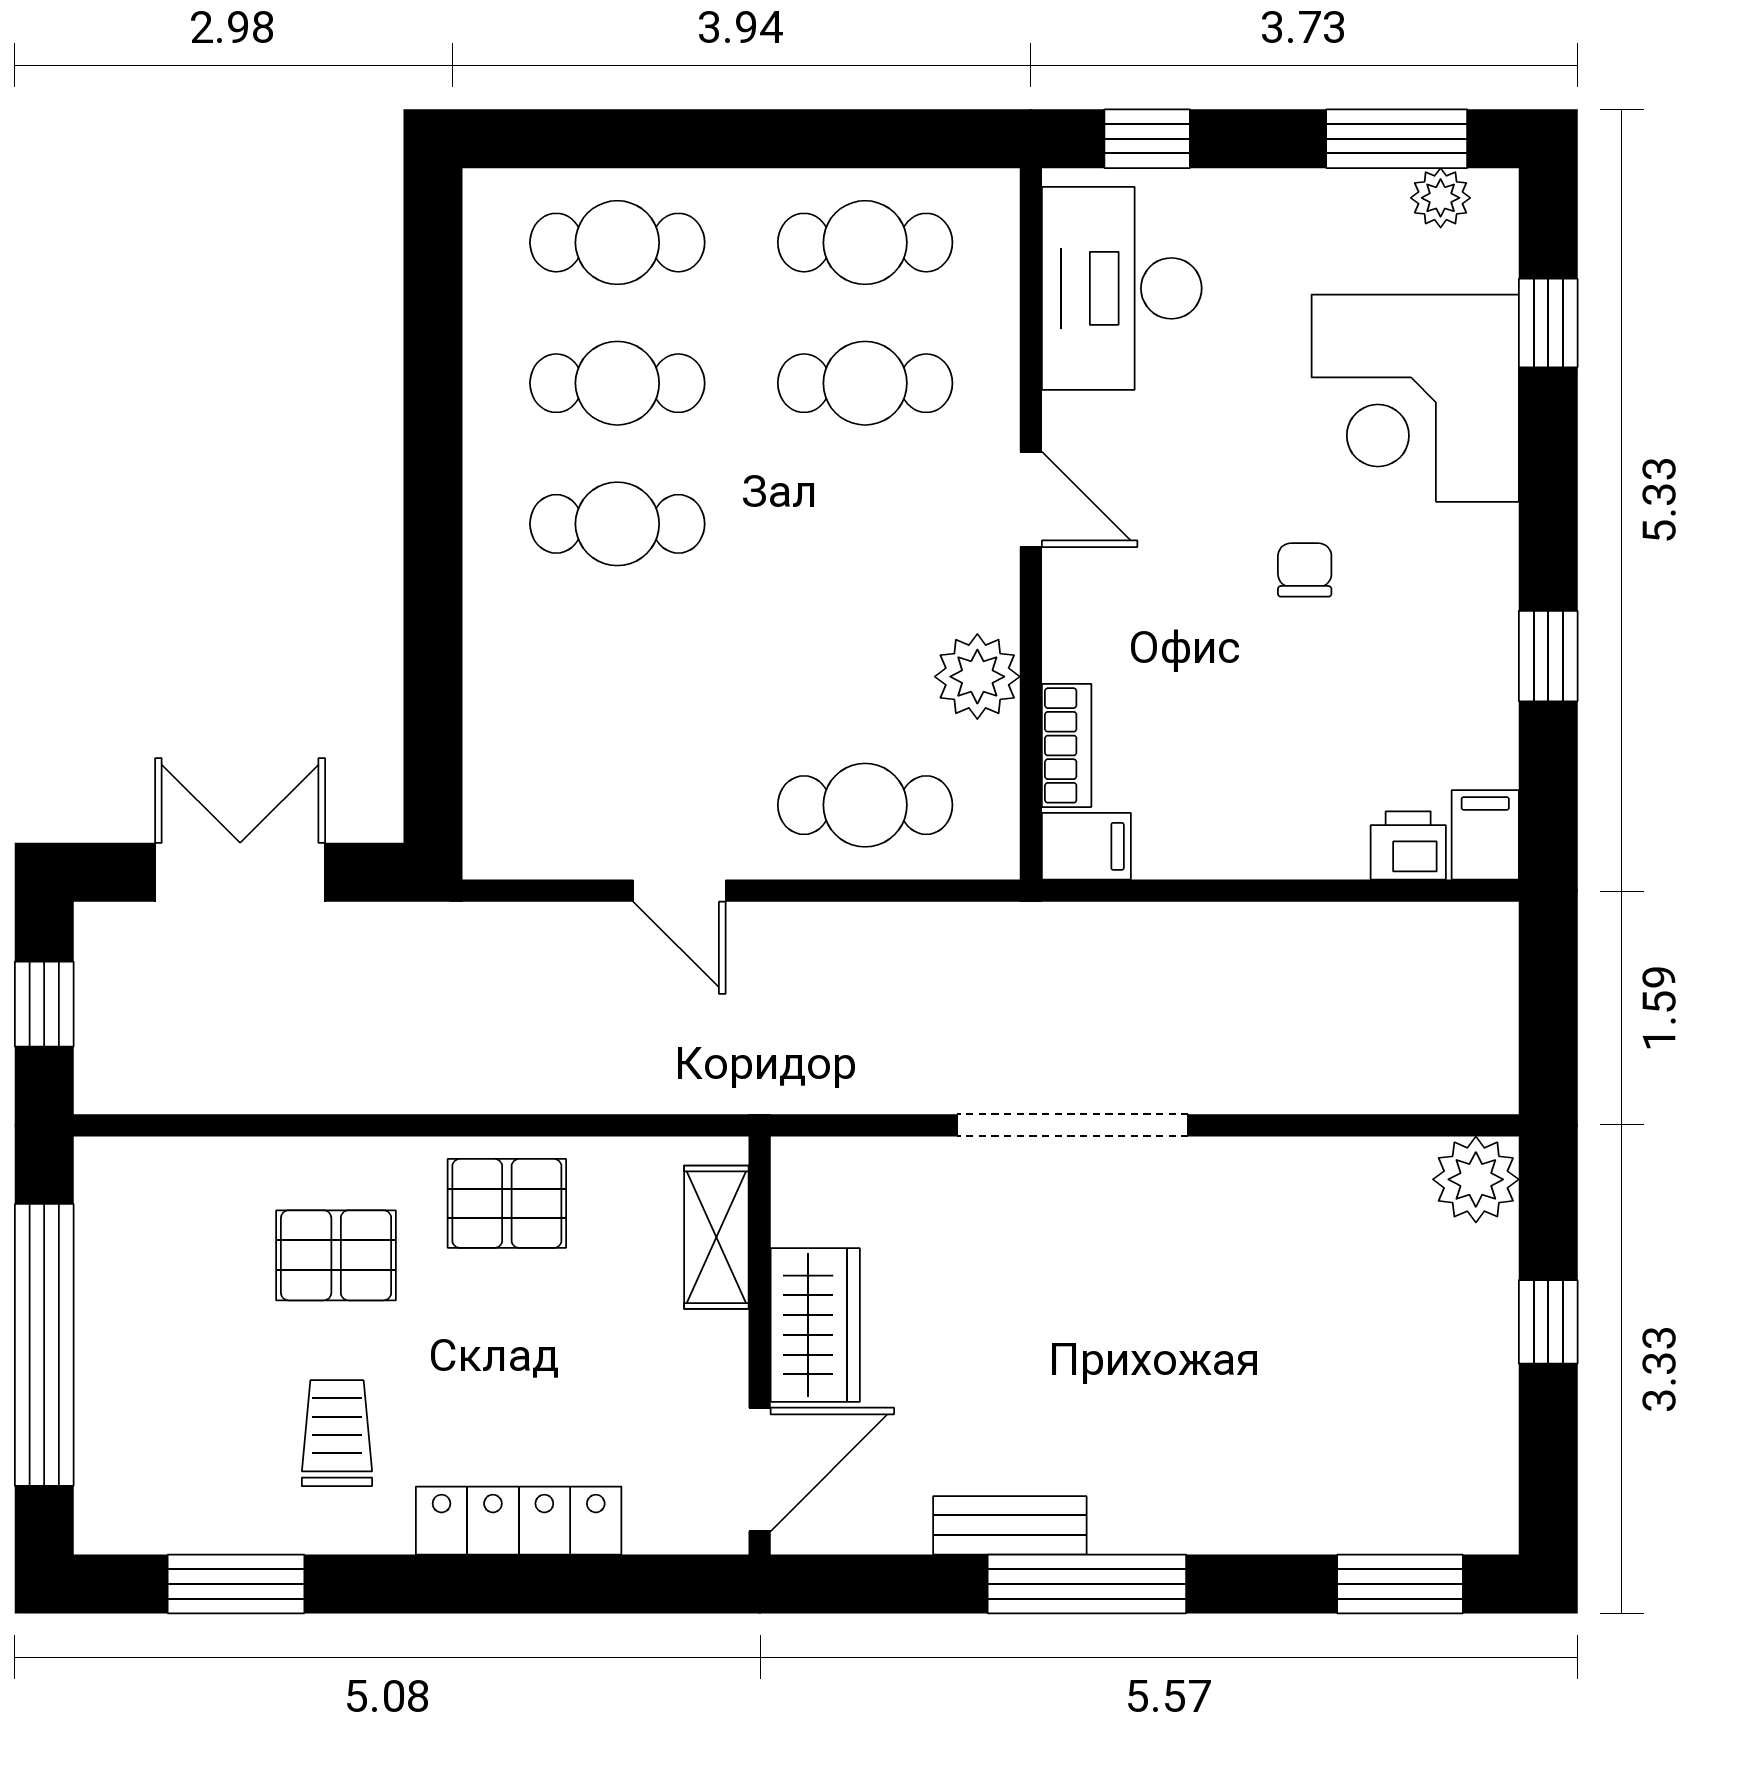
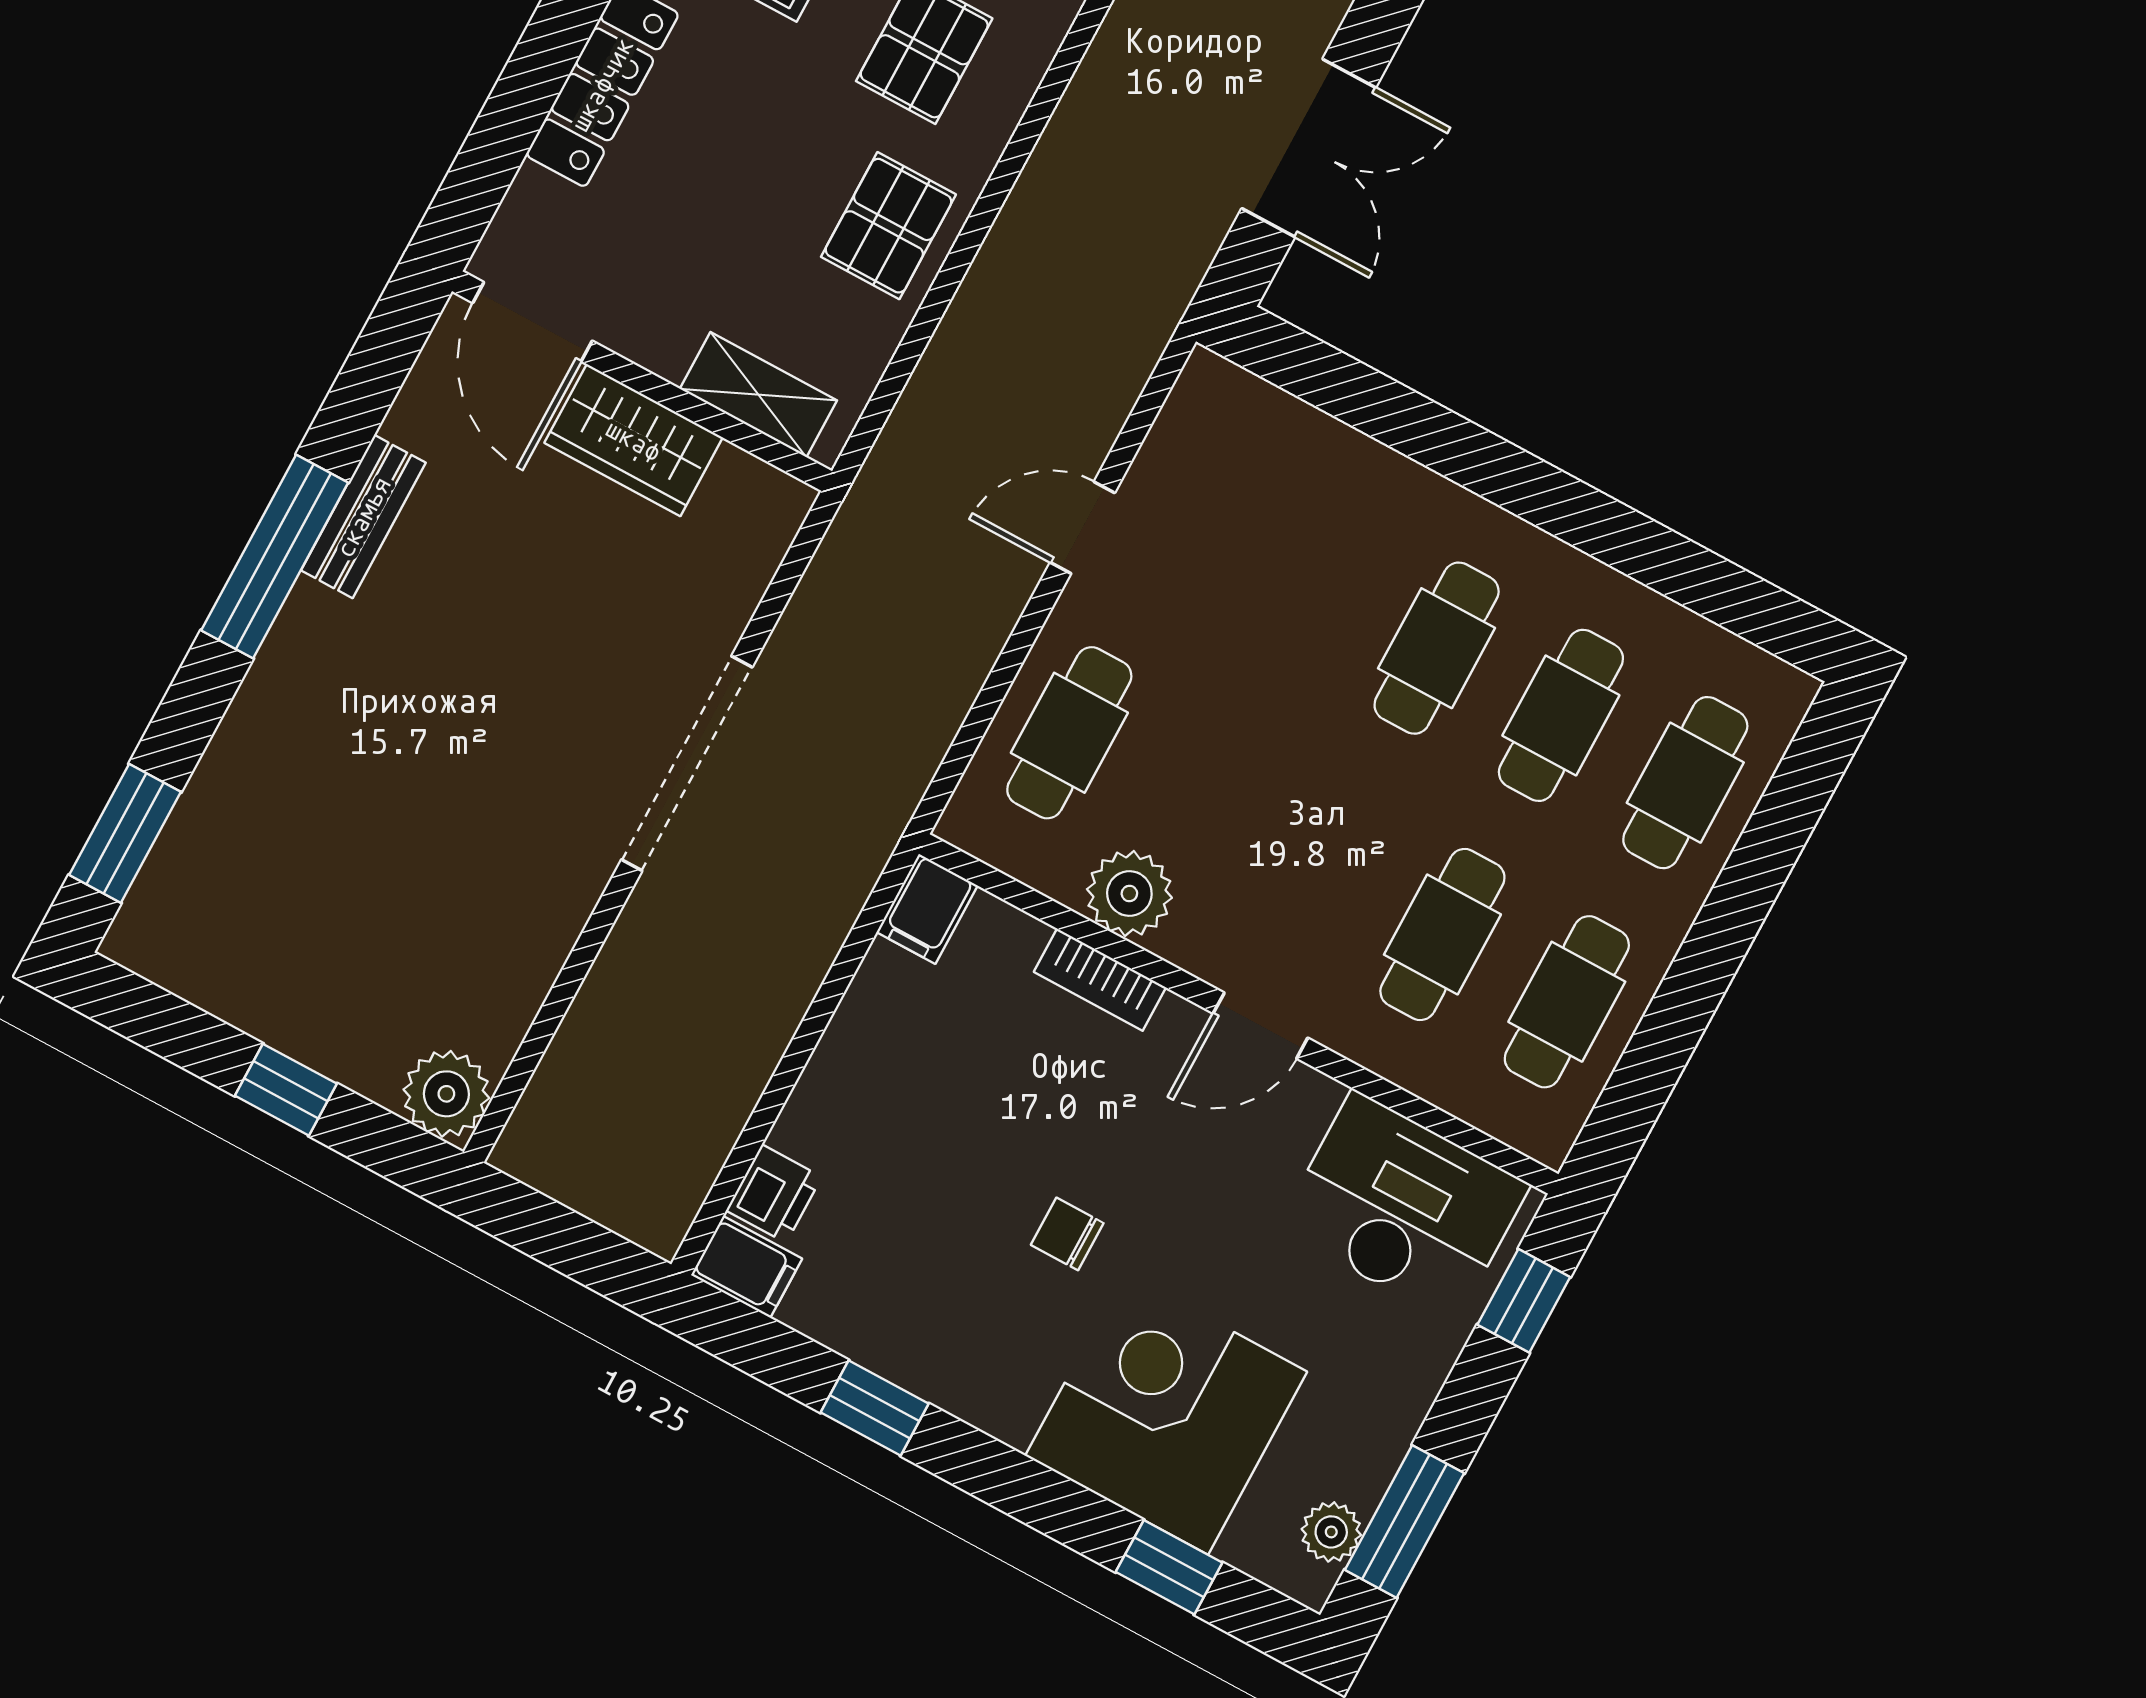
chair: (1305, 570) -> (1067, 1234), turned 180
bookcase: (1067, 745) -> (1100, 980), moved

